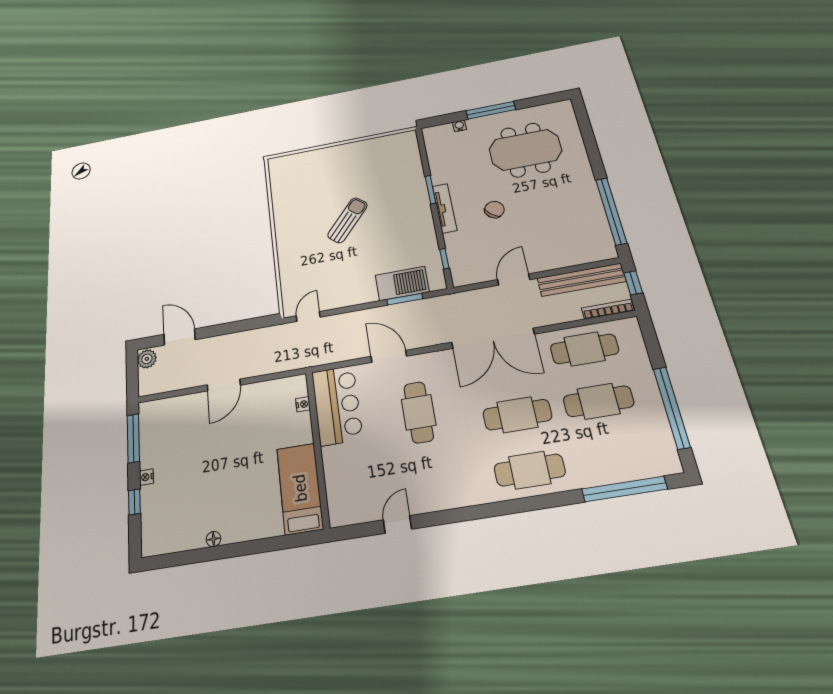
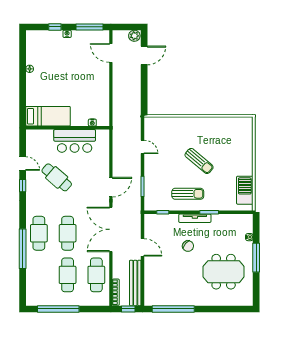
meeting table: (525, 150) -> (224, 272), turned 90
sun lounger: (405, 227) -> (188, 194), added
barbecue: (402, 283) -> (245, 190), moved, turned 180
door: (308, 316) -> (143, 147), moved
door: (389, 356) -> (111, 187), moved
door: (224, 385) -> (111, 53), moved
bar counter: (337, 405) -> (75, 141), moved
cafe table: (419, 412) -> (57, 177), moved, turned 41
window: (624, 489) -> (23, 249), moved
window: (441, 518) -> (23, 186), added

